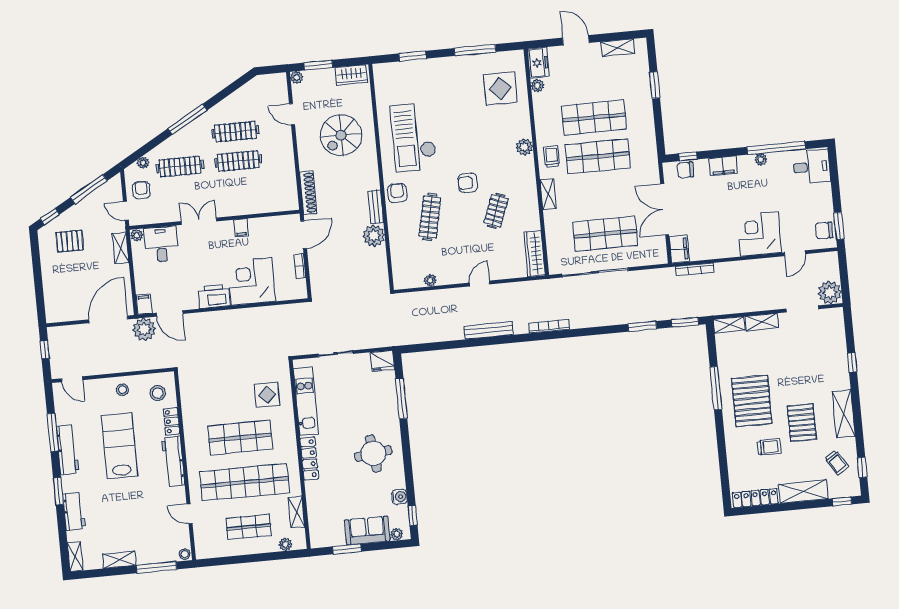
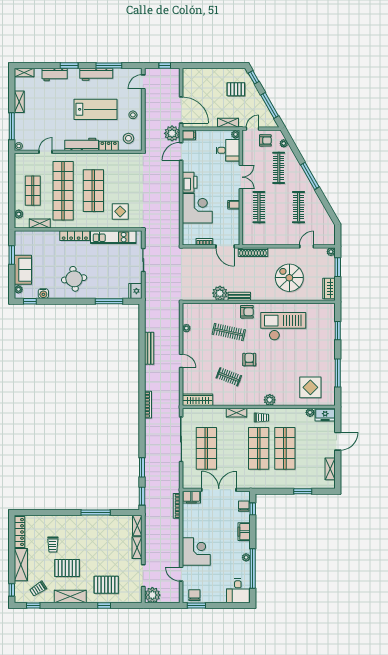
clothes rail: (238, 161) -> (259, 207), moved
pallet: (70, 241) -> (236, 89), turned 90
bench: (489, 330) -> (149, 348), moved
pallet: (752, 401) -> (106, 585), moved, width x0.73, depth x0.71

